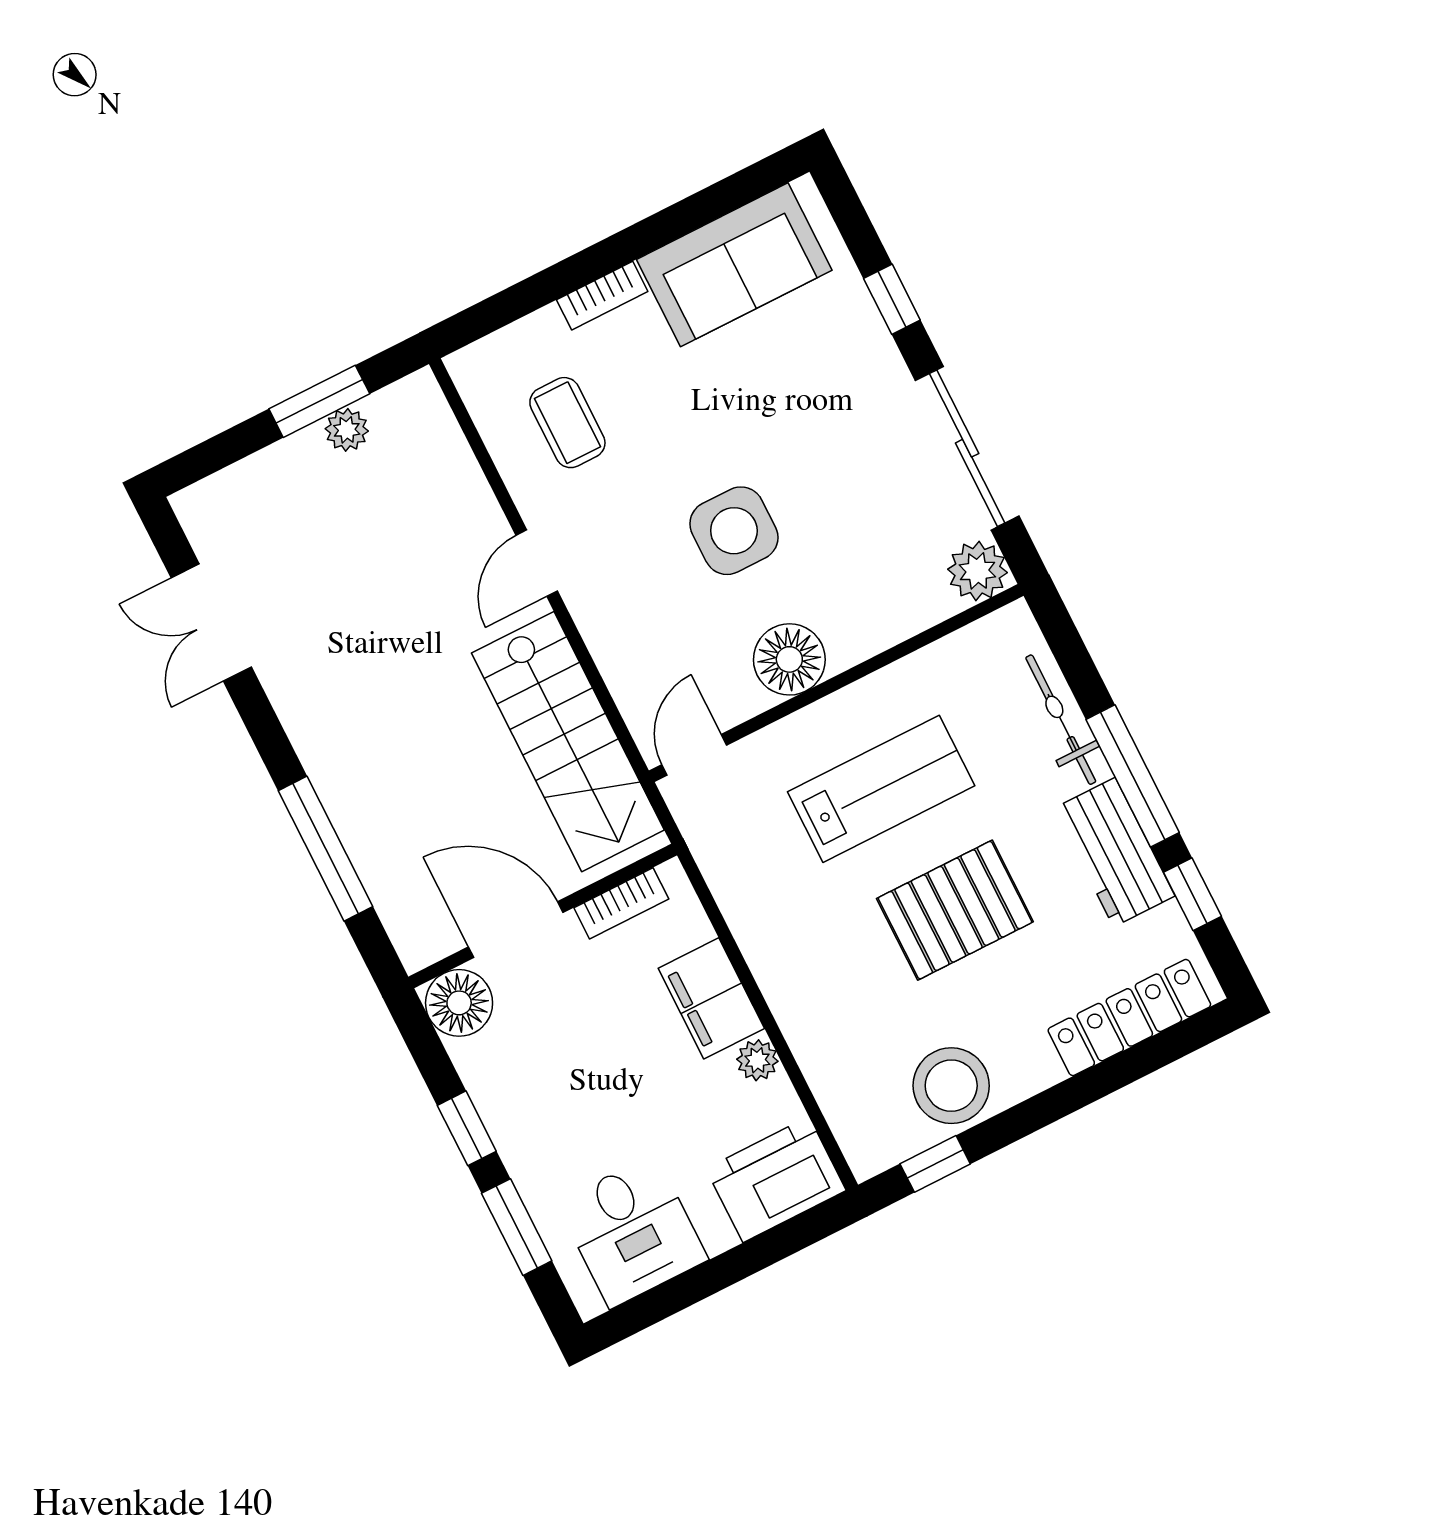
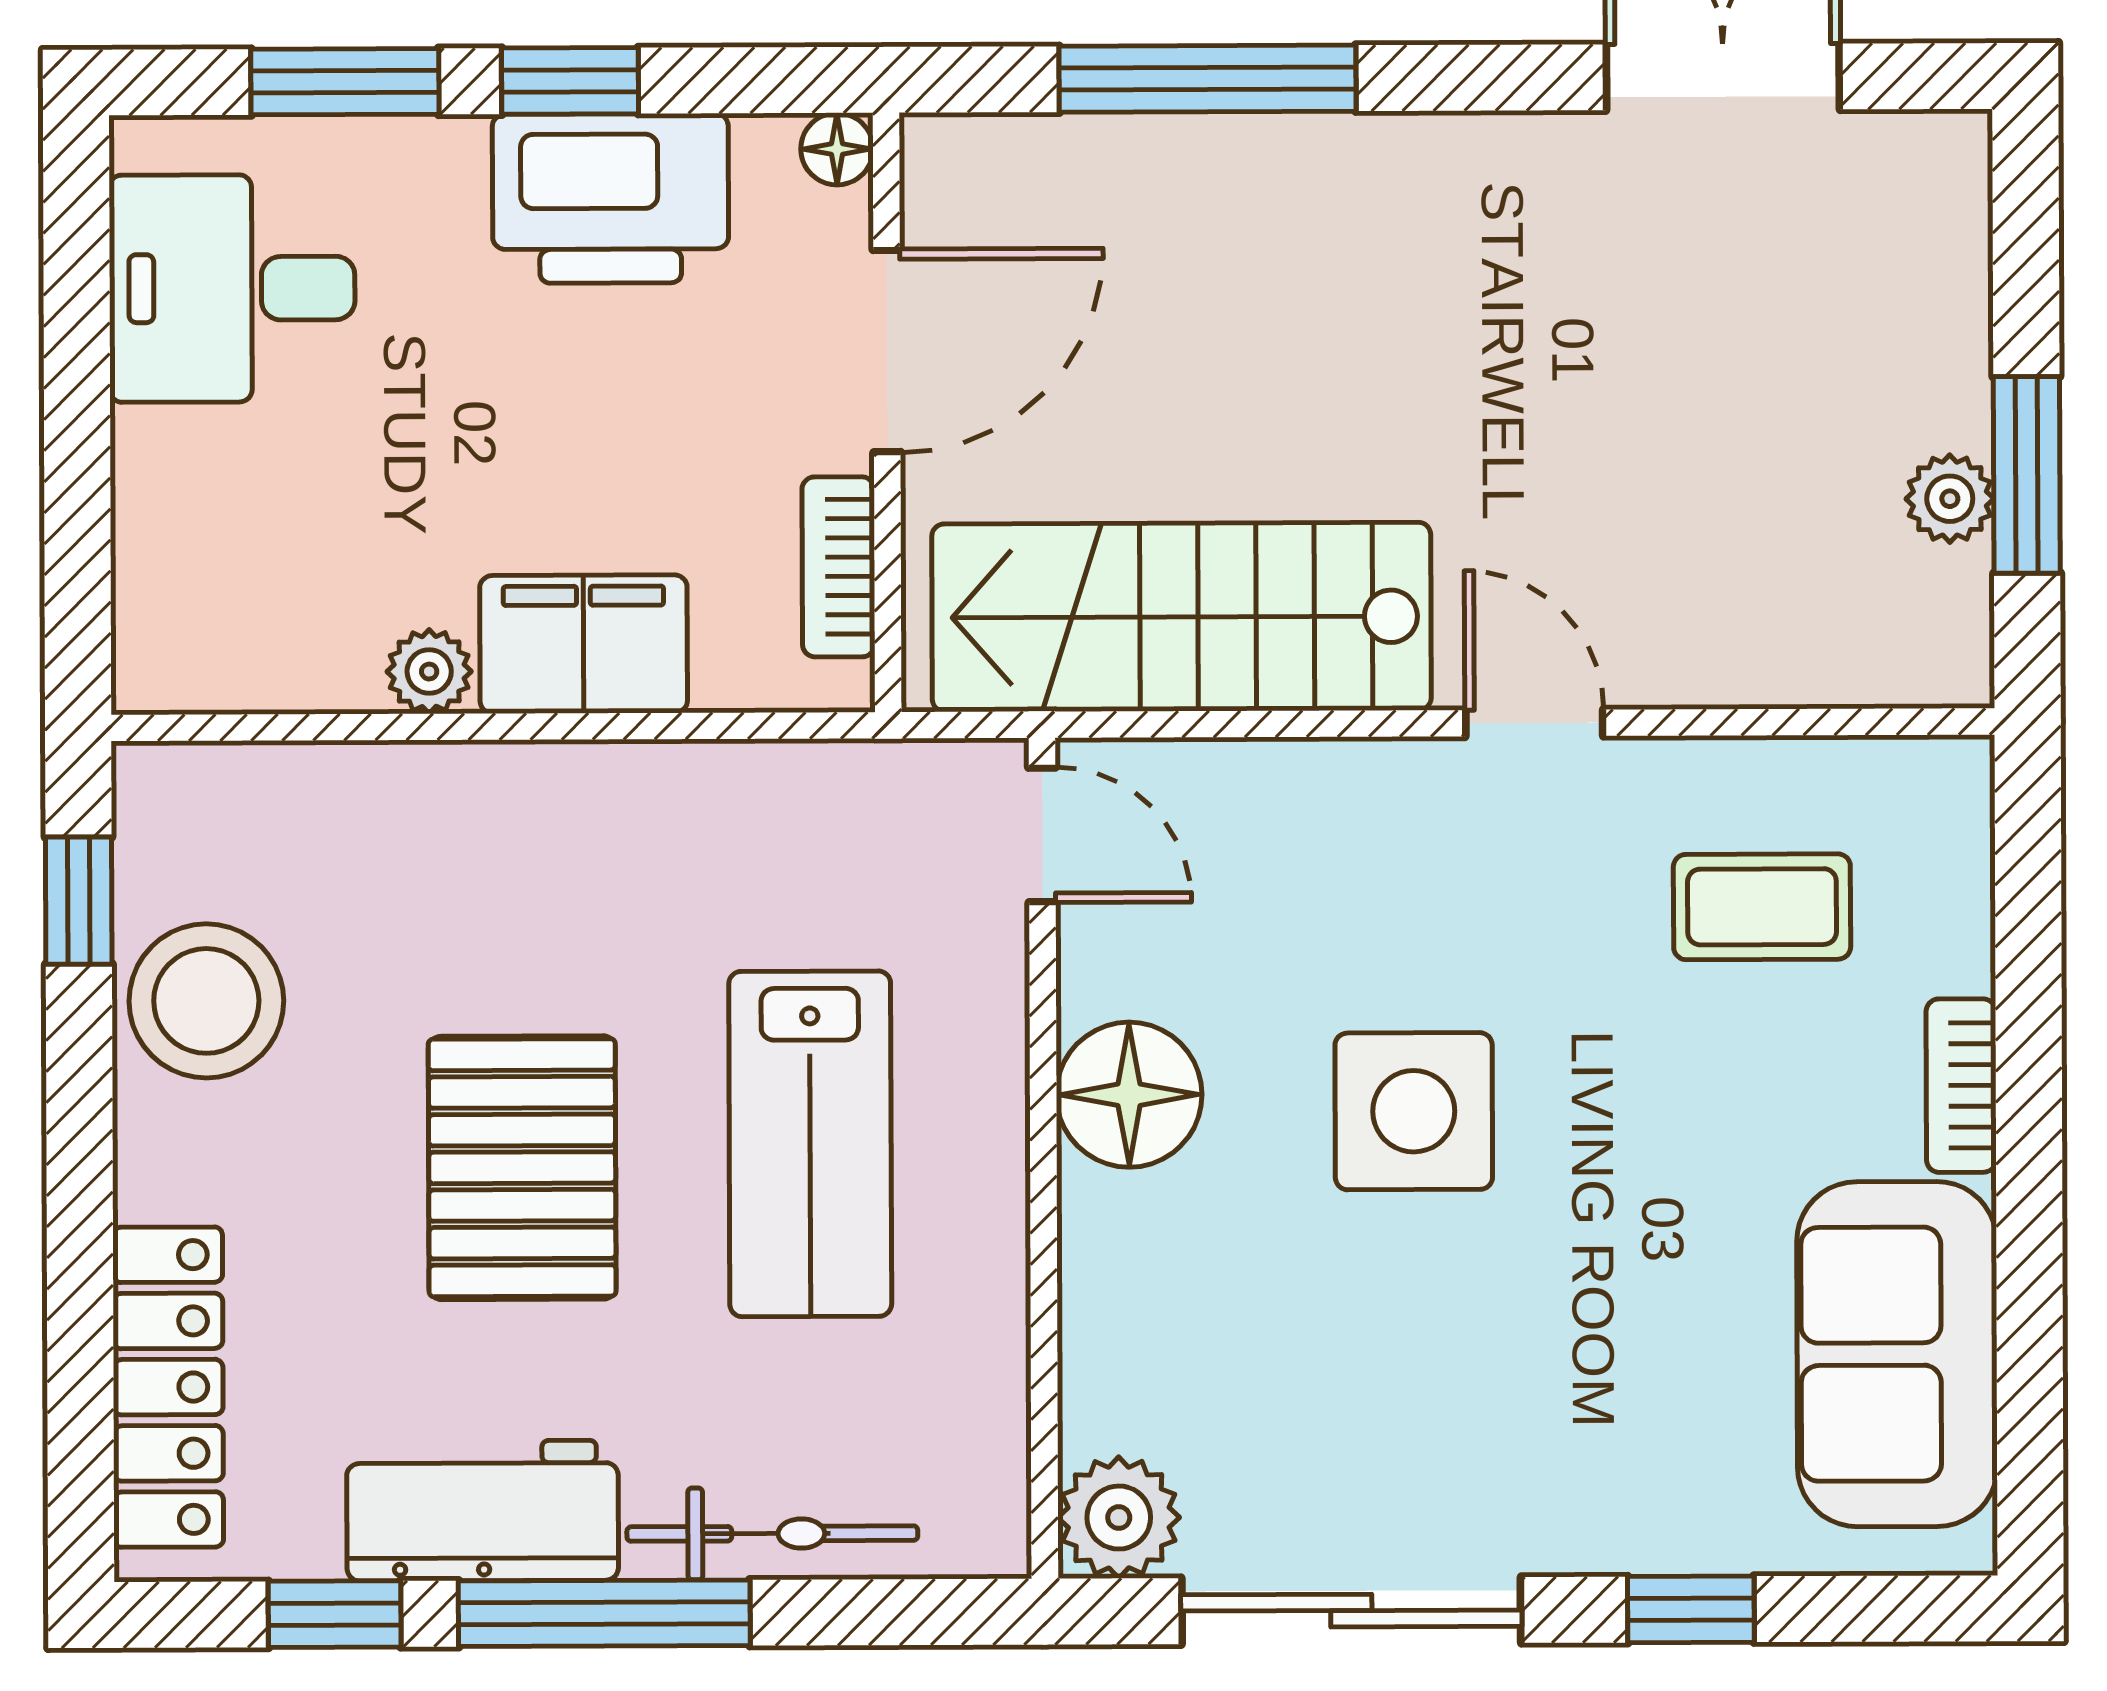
floor lamp: (459, 1003) -> (837, 149), width x0.53, depth x0.53
printer: (776, 1180) -> (610, 198), moved, turned 90

